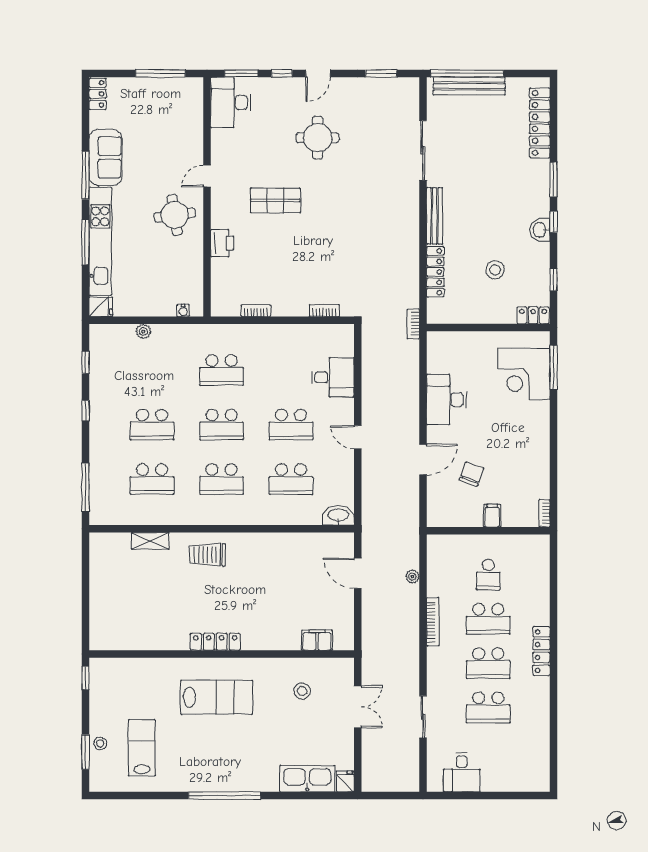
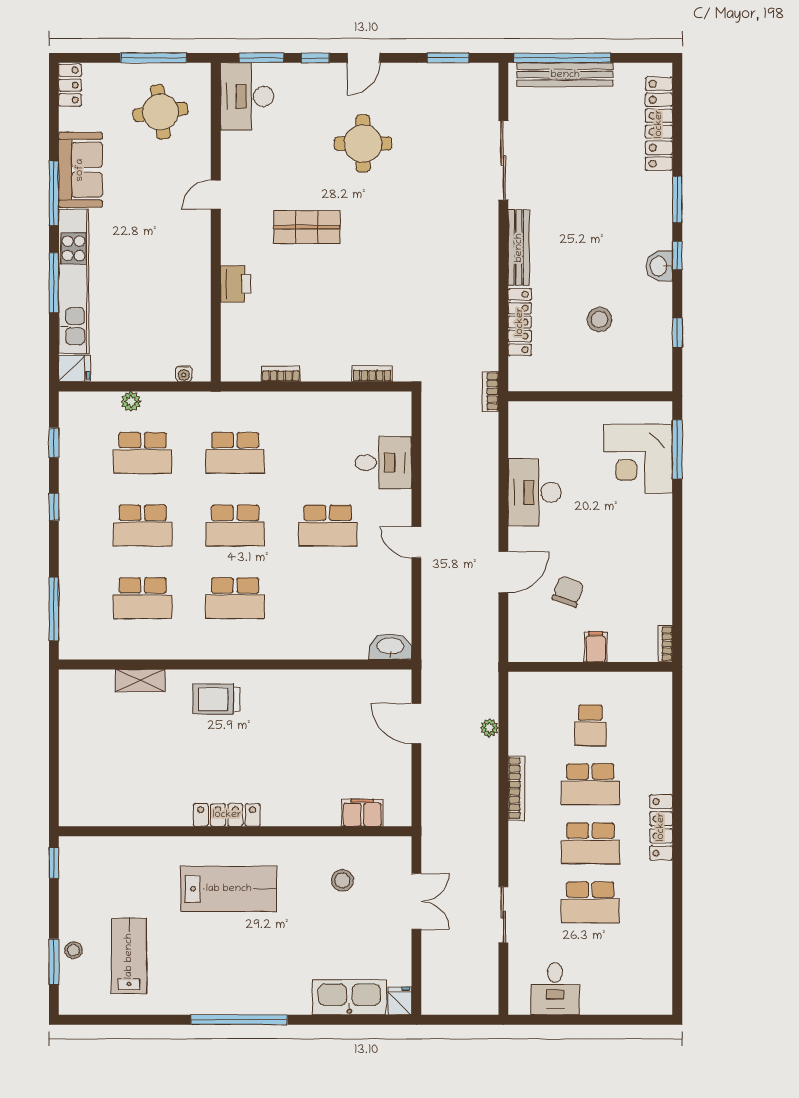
round table: (175, 215) -> (160, 112), moved
locker: (533, 315) -> (650, 380), removed
school desk: (291, 479) -> (143, 453), moved

